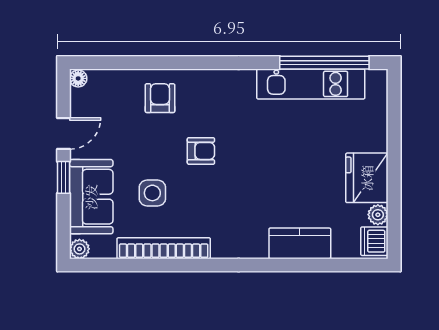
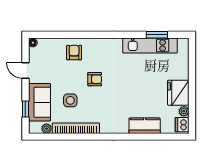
window: (324, 63) -> (157, 35), width x0.47
door: (63, 133) -> (25, 70), swing flipped
window: (63, 177) -> (25, 109), moved
plant: (79, 249) -> (47, 129), moved

